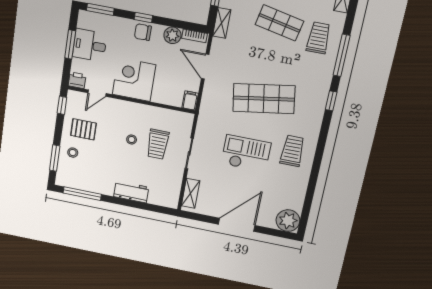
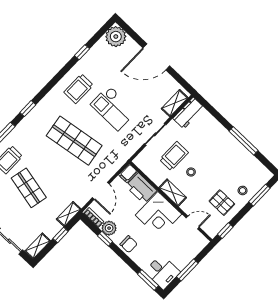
window: (143, 17) -> (105, 239), moved
desk: (90, 45) -> (162, 272), moved
printer: (77, 80) -> (141, 188), moved, width x1.87, depth x1.48
shelving: (135, 109) -> (173, 193), added
window: (311, 187) -> (82, 52), added
workbench: (131, 192) -> (188, 113), moved, turned -90
window: (82, 194) -> (243, 141), moved

